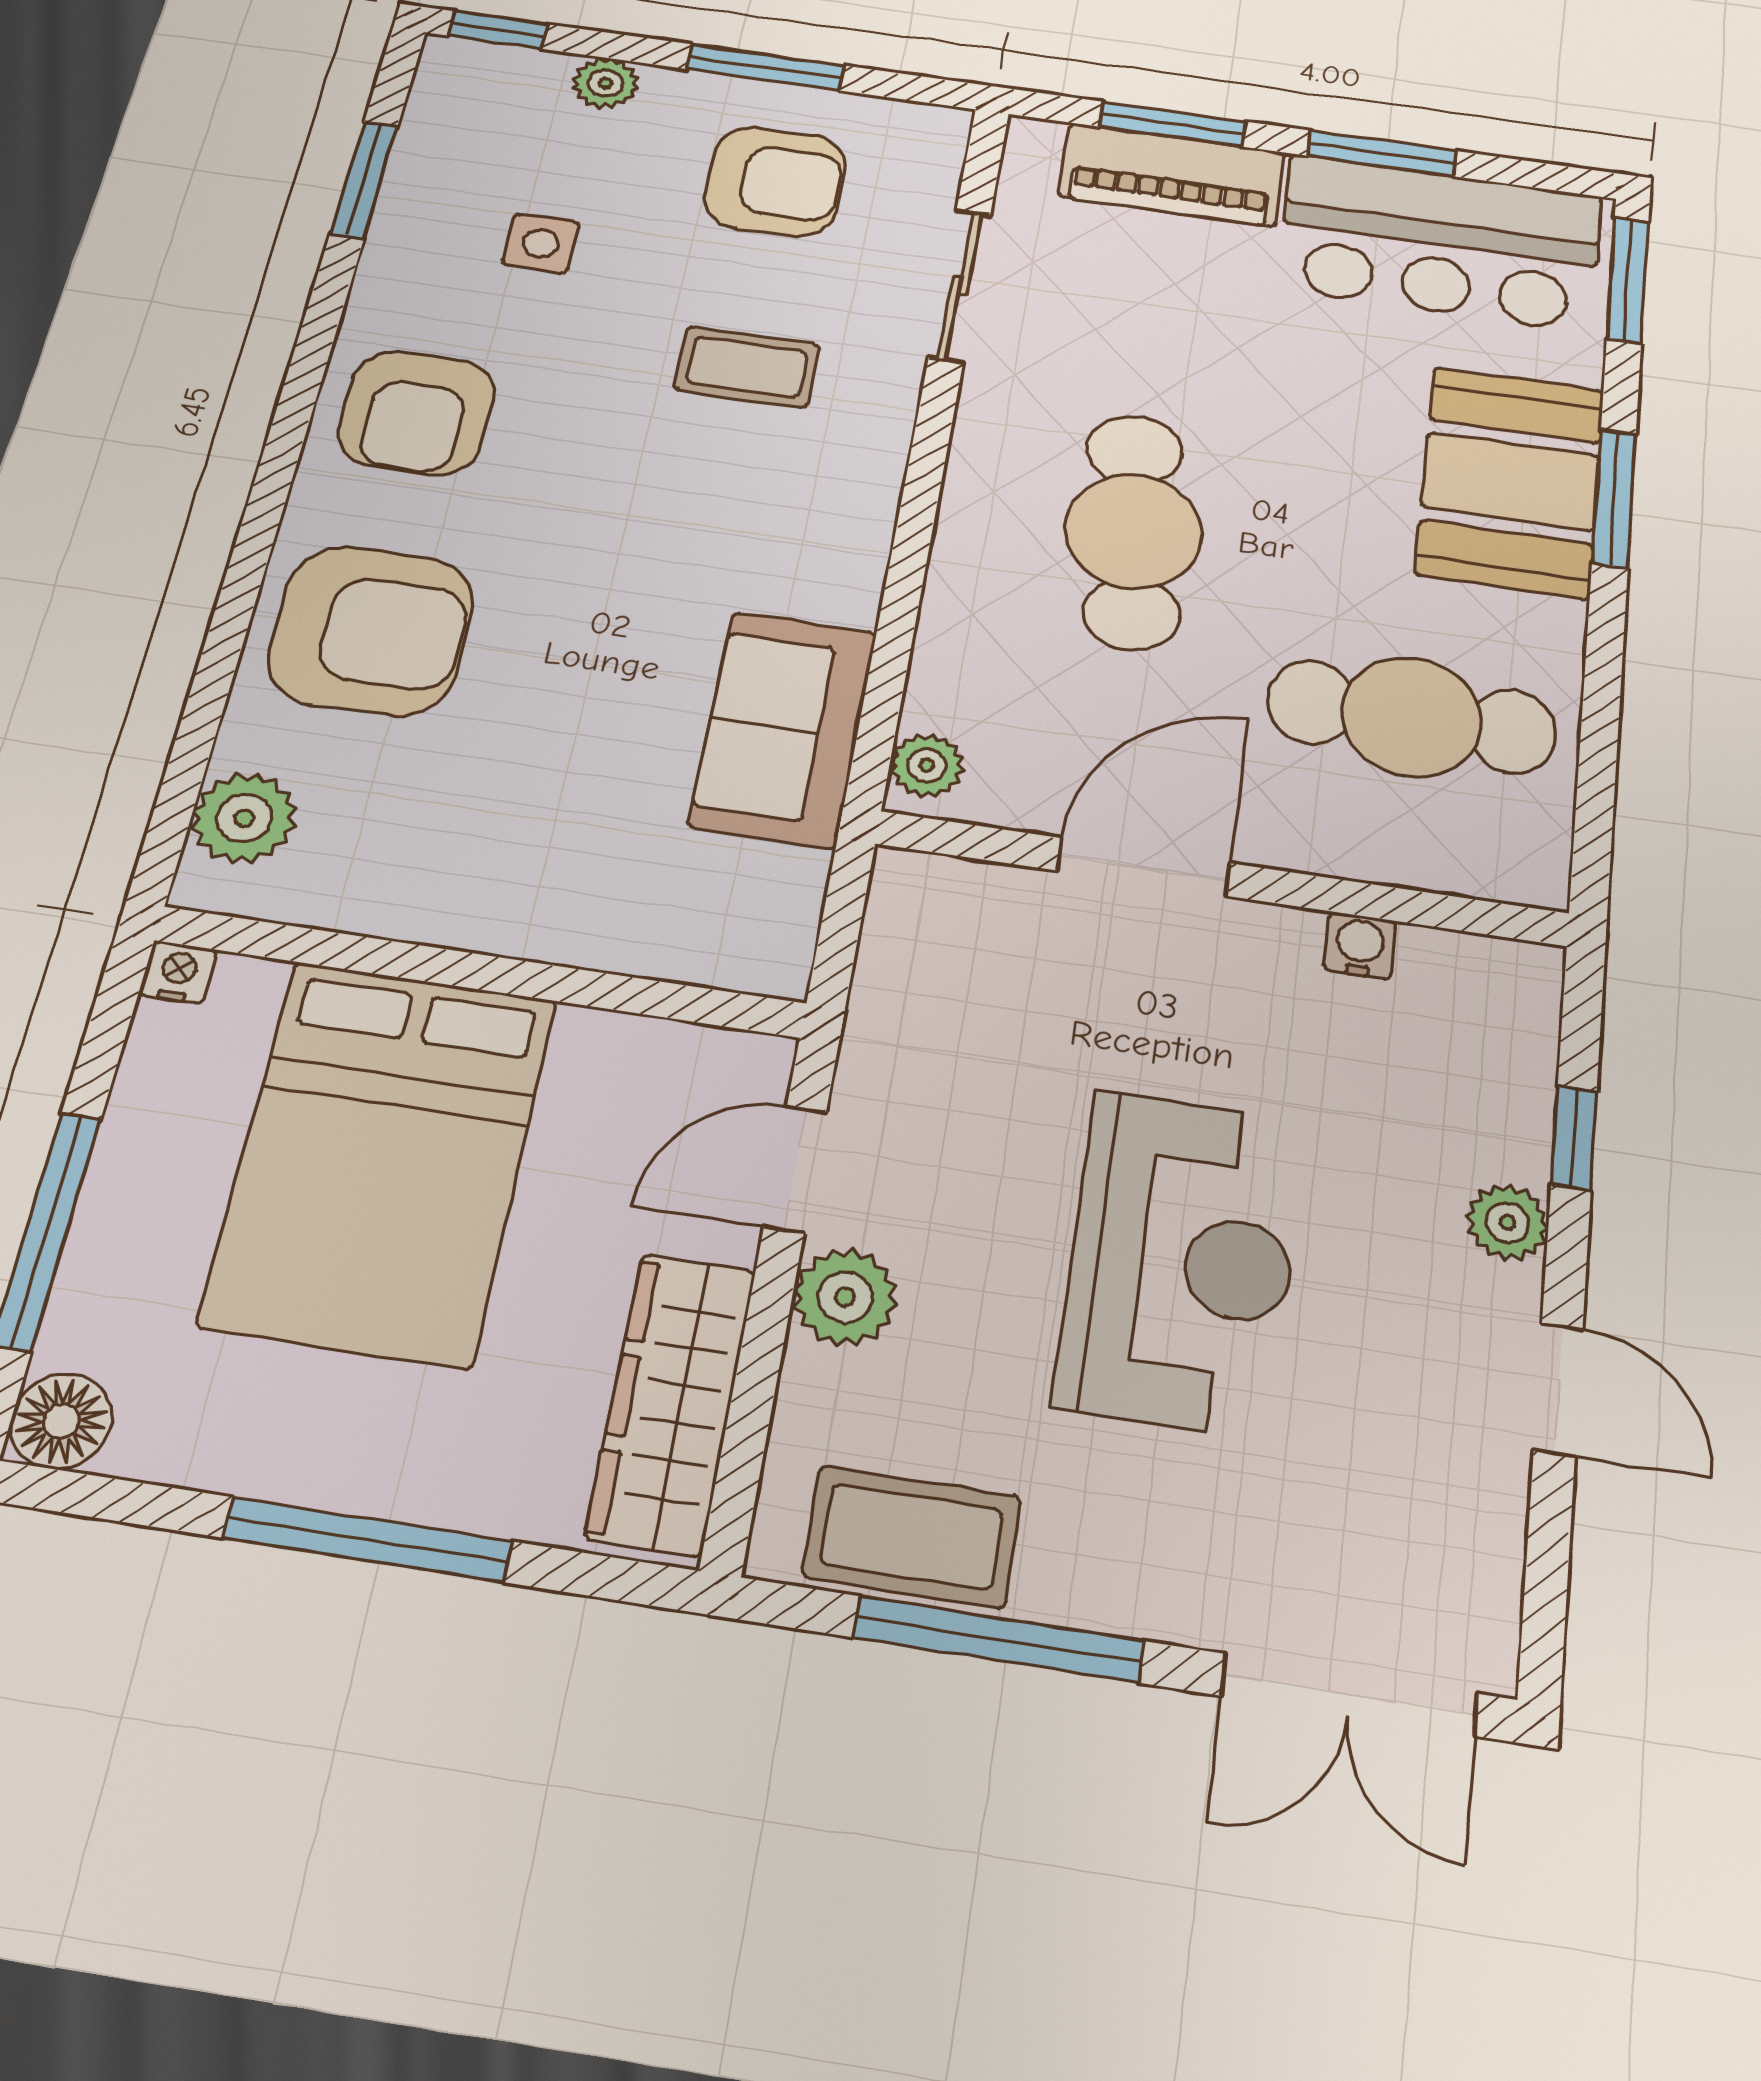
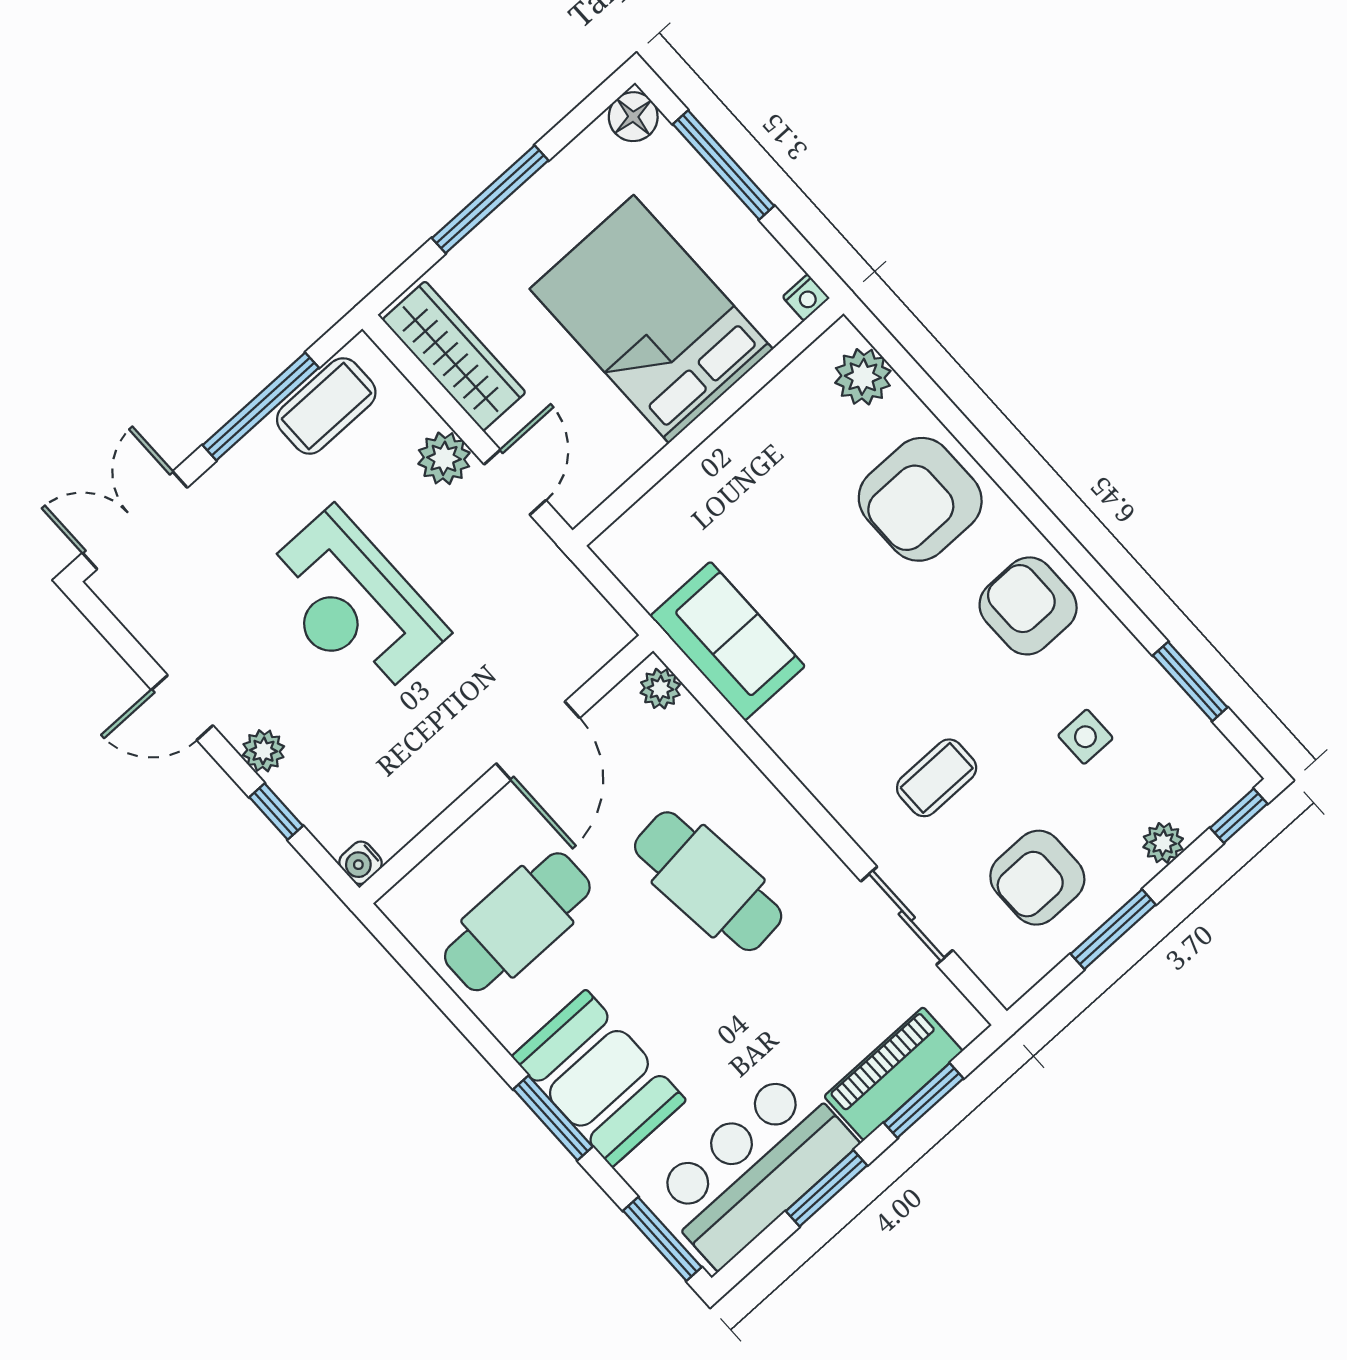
water cooler: (1360, 945) -> (361, 863), moved, turned 90

